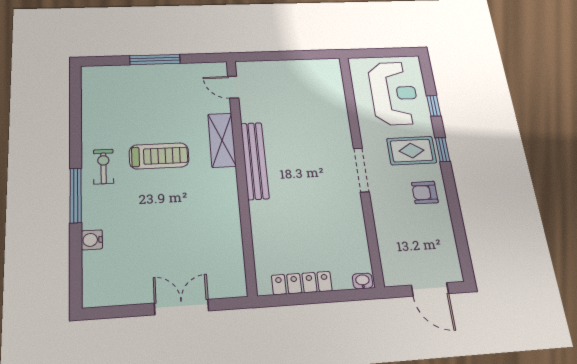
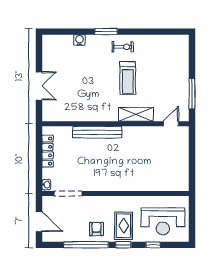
window: (155, 59) -> (192, 94), moved
bench: (255, 161) -> (97, 132), moved
doorway: (361, 170) -> (68, 194), moved
window: (76, 195) -> (106, 32), width x0.69
window: (455, 208) -> (86, 245), added
door: (430, 289) -> (39, 221), swing flipped

